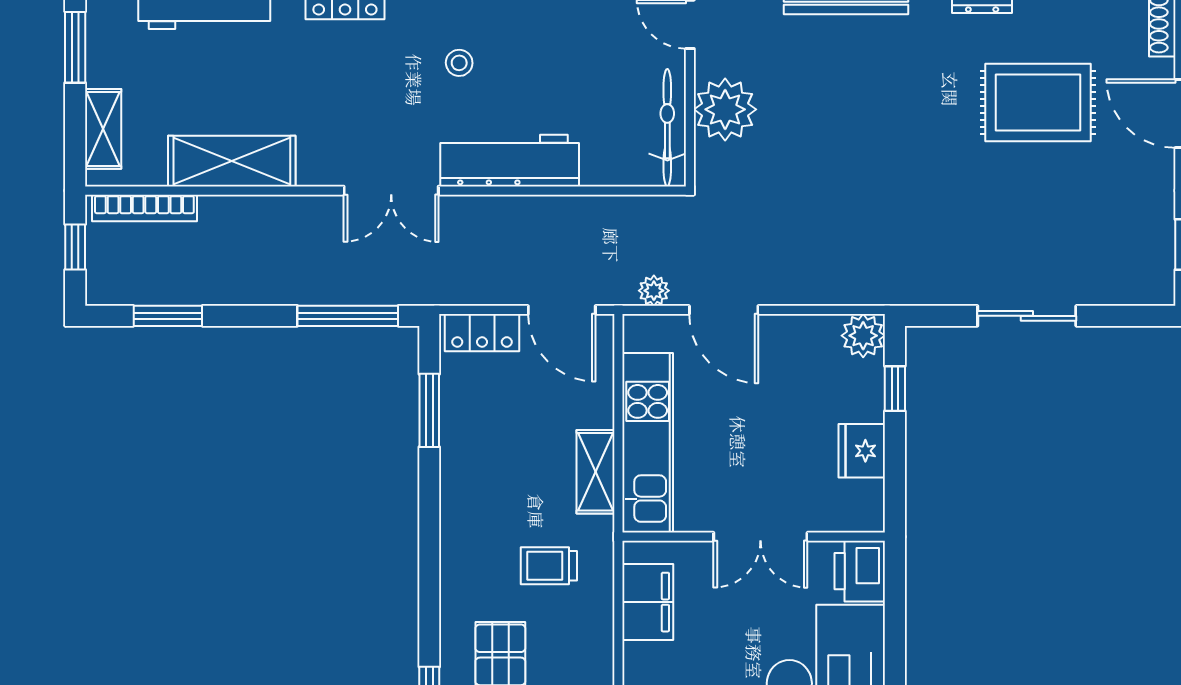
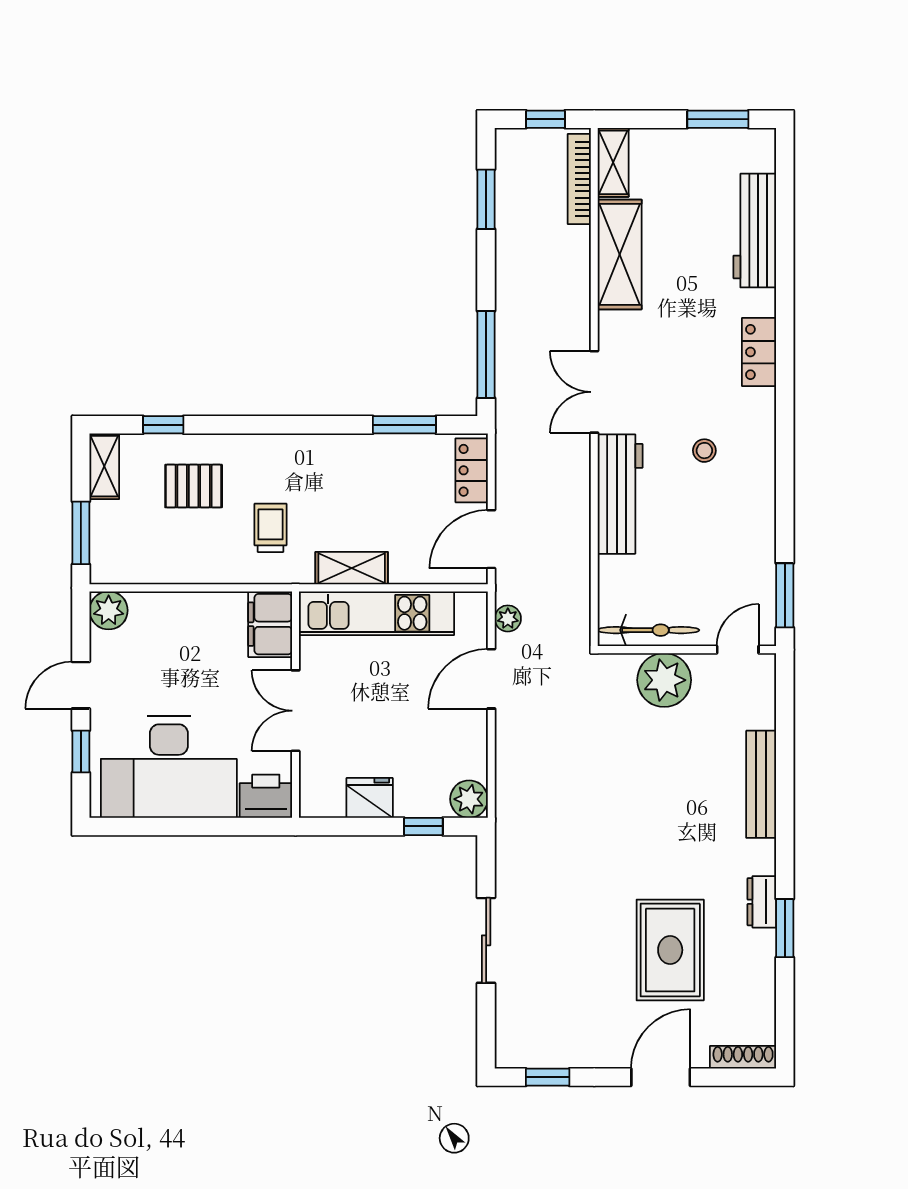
shelving: (103, 129) -> (613, 162), moved, turned 90
filing cabinet: (648, 602) -> (270, 624), moved, turned 90

